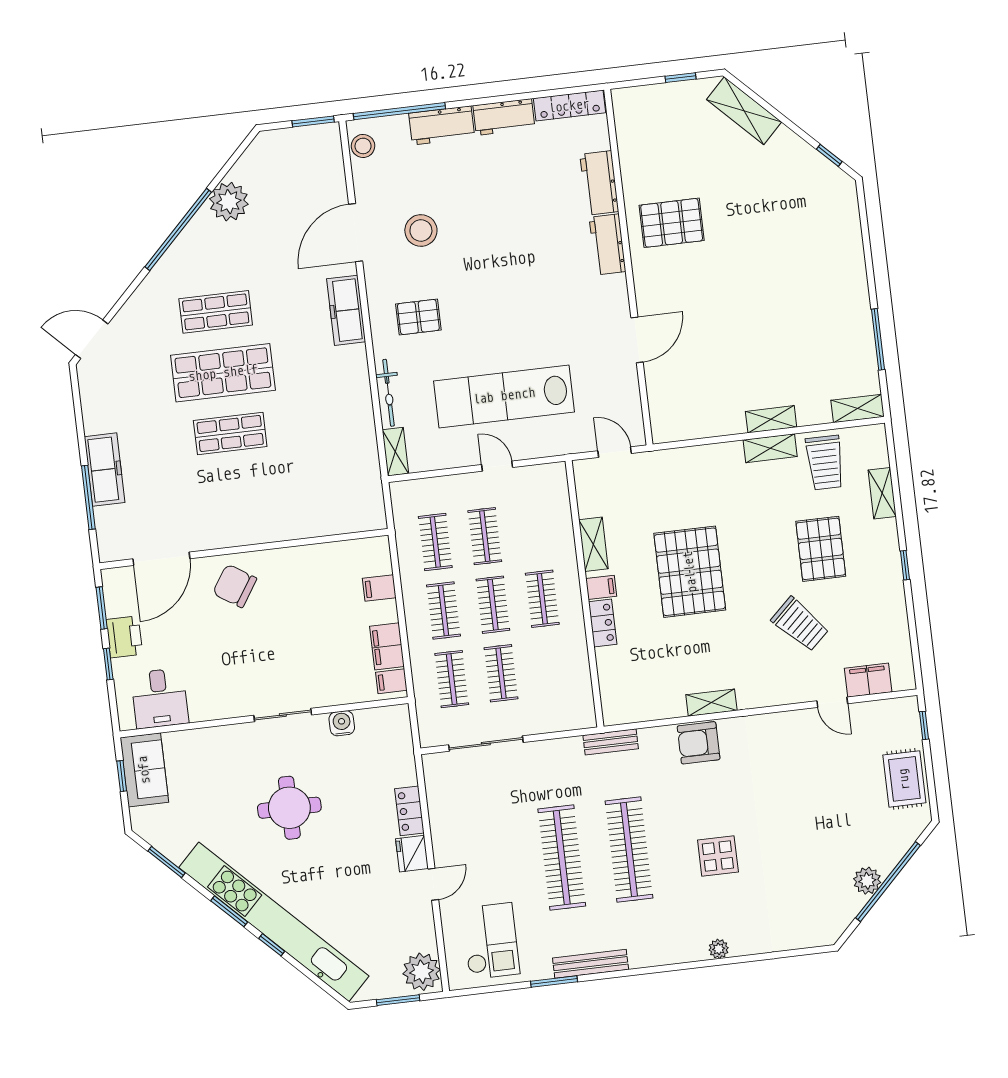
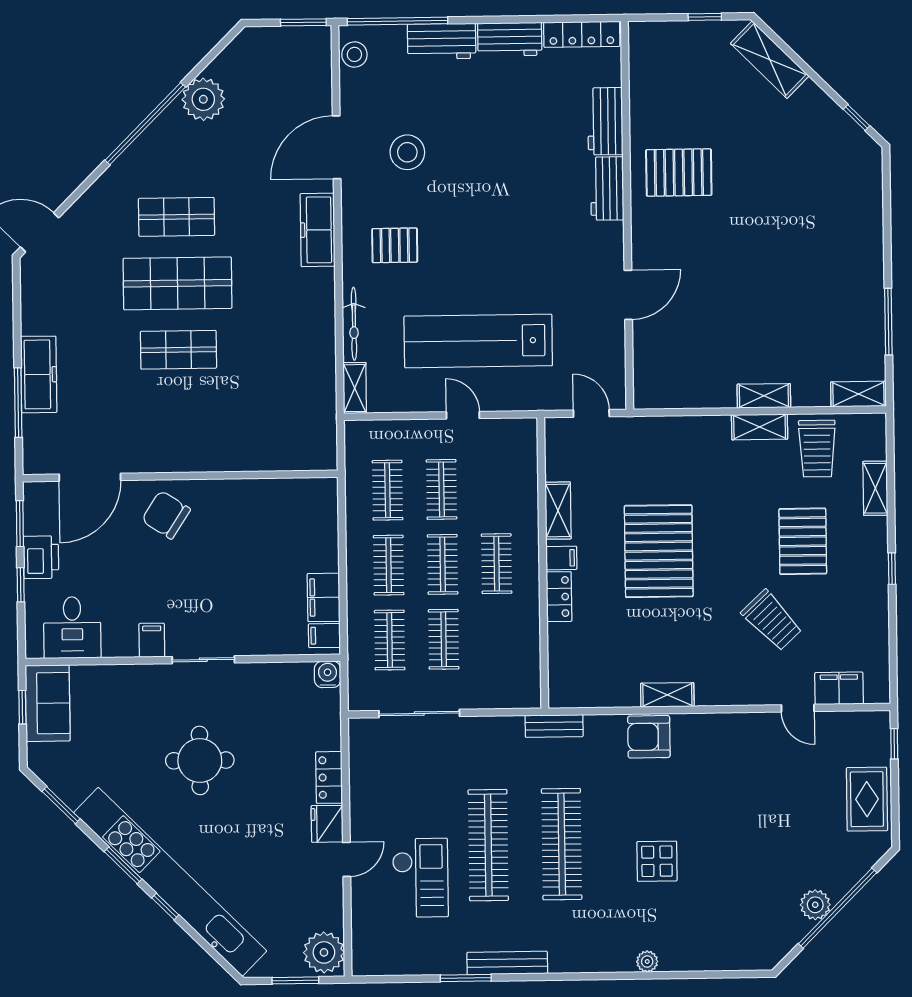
filing cabinet: (379, 588) -> (152, 640), moved, turned 90
water cooler: (342, 723) -> (328, 674), moved
checkout: (491, 941) -> (420, 878), moved

